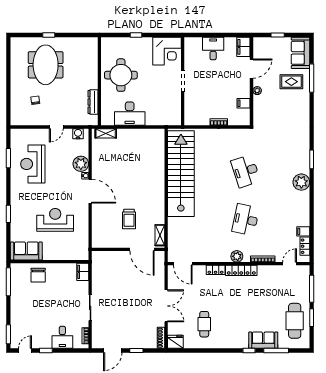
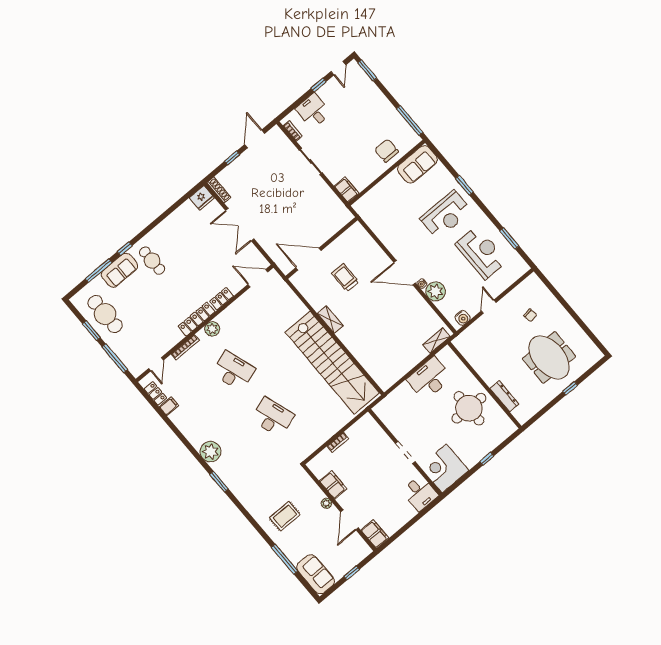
desk: (213, 48) -> (420, 493), moved
rug: (291, 82) -> (285, 516), moved
dresser: (93, 102) -> (504, 396), moved
filing cabinet: (244, 103) -> (333, 485), width x2.00
reception desk: (55, 220) -> (446, 215), moved
desk: (246, 220) -> (233, 371), turned -30
shelving: (160, 235) -> (330, 320), moved
cafe table: (204, 324) -> (152, 261), moved

